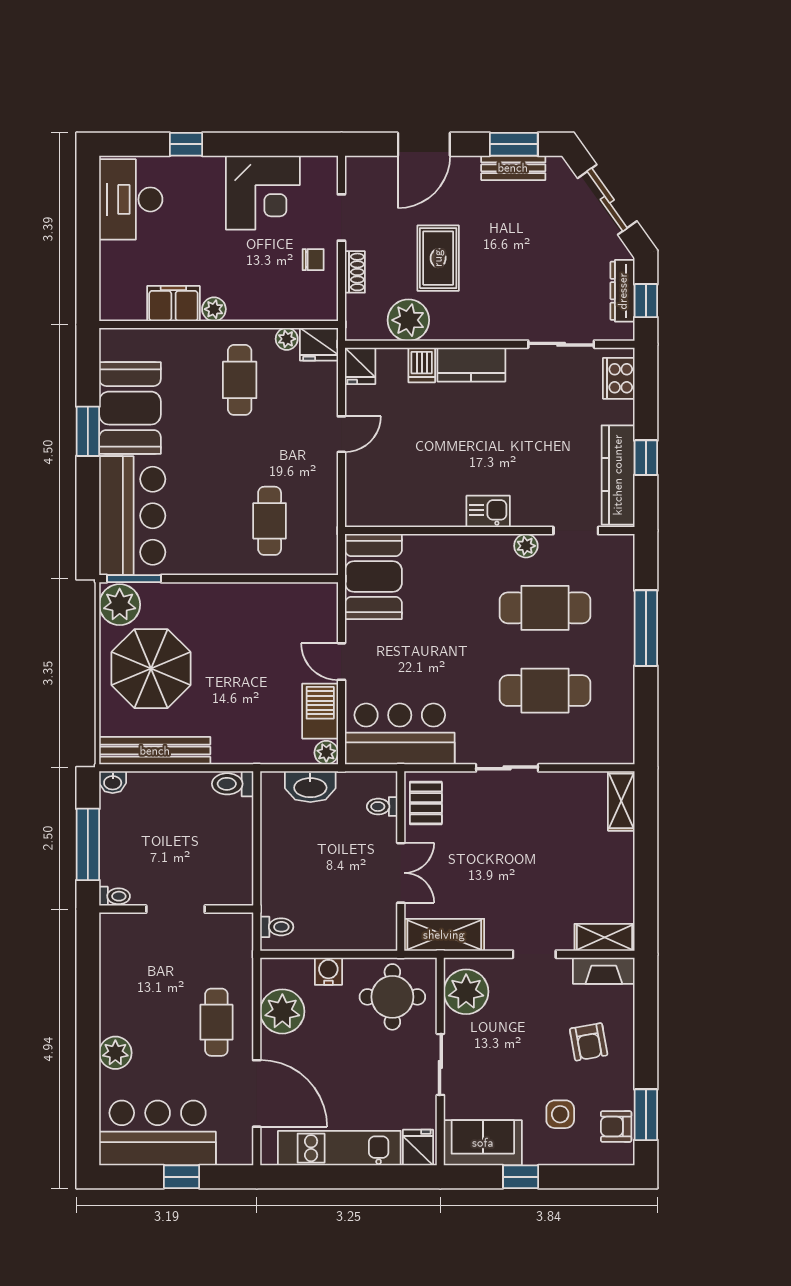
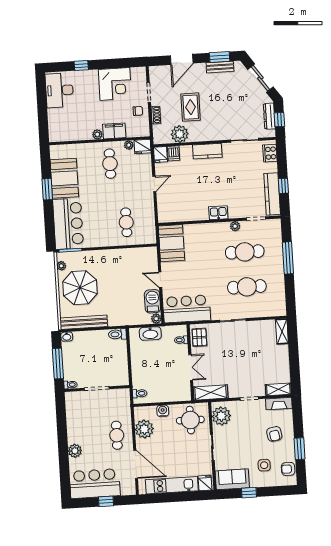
filing cabinet: (173, 303) -> (114, 131), moved
dishwasher: (422, 365) -> (174, 153), moved
plant: (120, 605) -> (61, 266), width x0.53, depth x0.53
window: (646, 1115) -> (299, 449), moved

